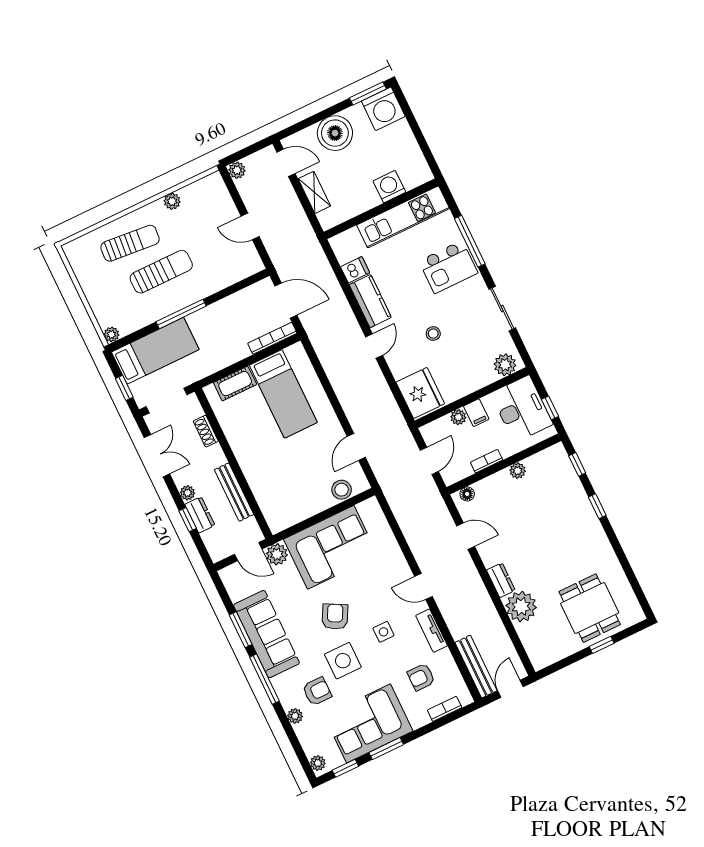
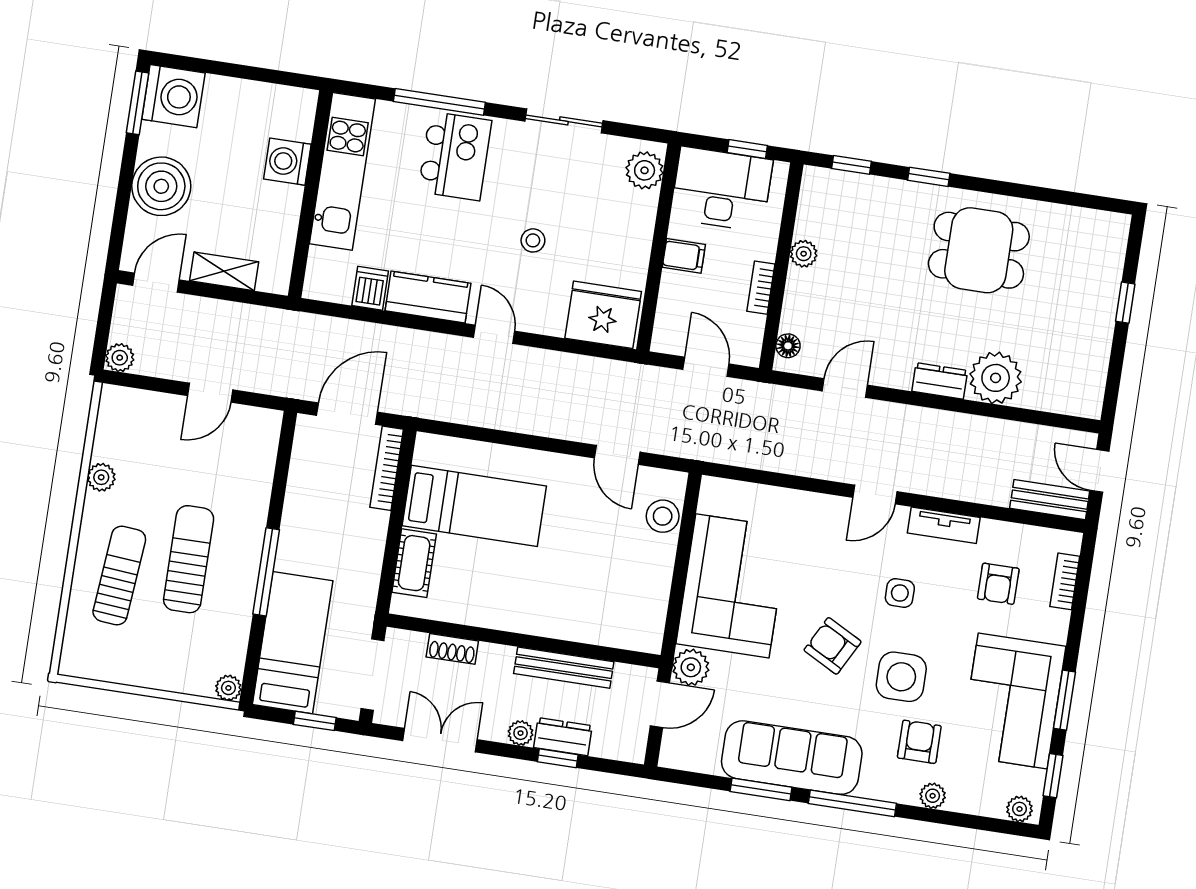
plant: (458, 417) -> (673, 285), removed
dining table: (590, 608) -> (979, 250), moved
bench: (476, 667) -> (1050, 500), width x0.73

